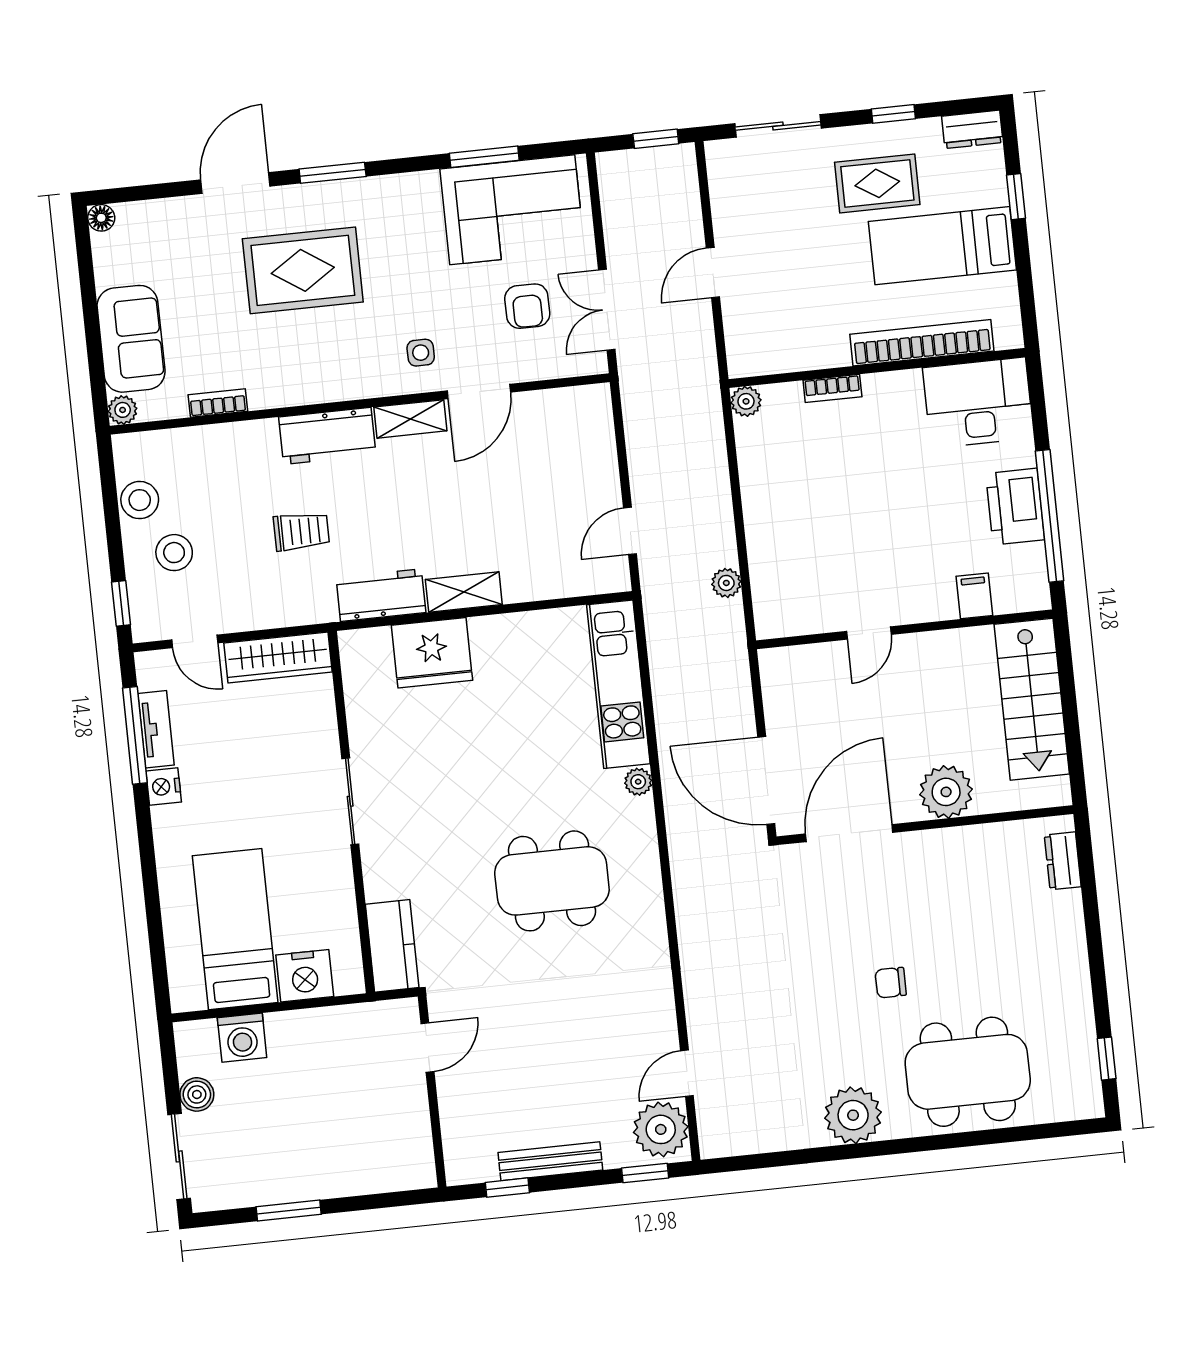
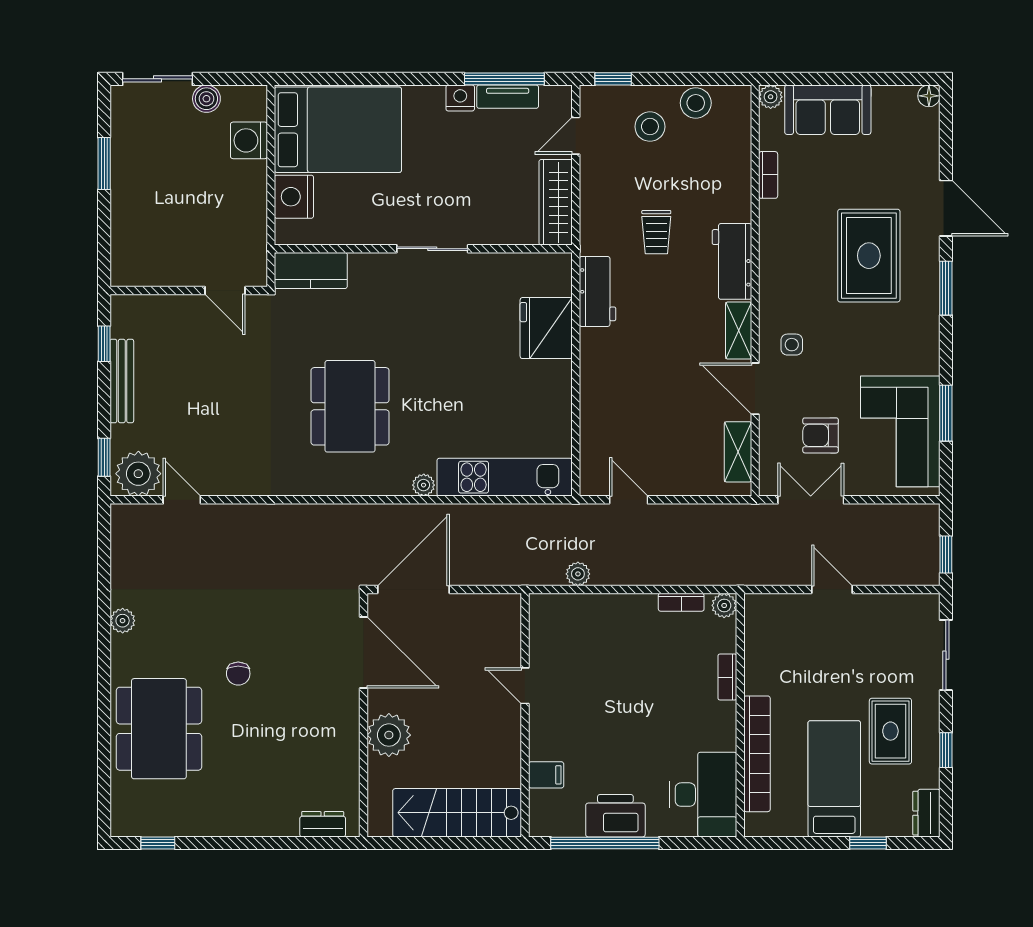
bookcase: (747, 454) -> (681, 602), added
shelving: (464, 592) -> (738, 452), moved
bed: (235, 929) -> (338, 130), width x1.50
chair: (891, 983) -> (238, 674), turned 180
plant: (853, 1115) -> (123, 621), width x0.53, depth x0.53

